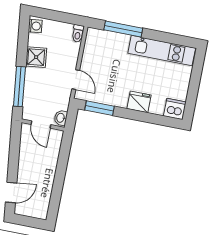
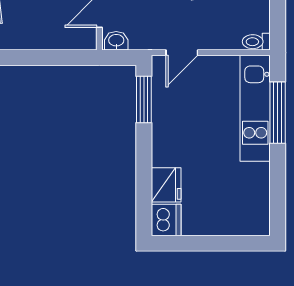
kitchen unit: (162, 51) -> (255, 108), moved
fridge: (139, 102) -> (166, 185), moved

